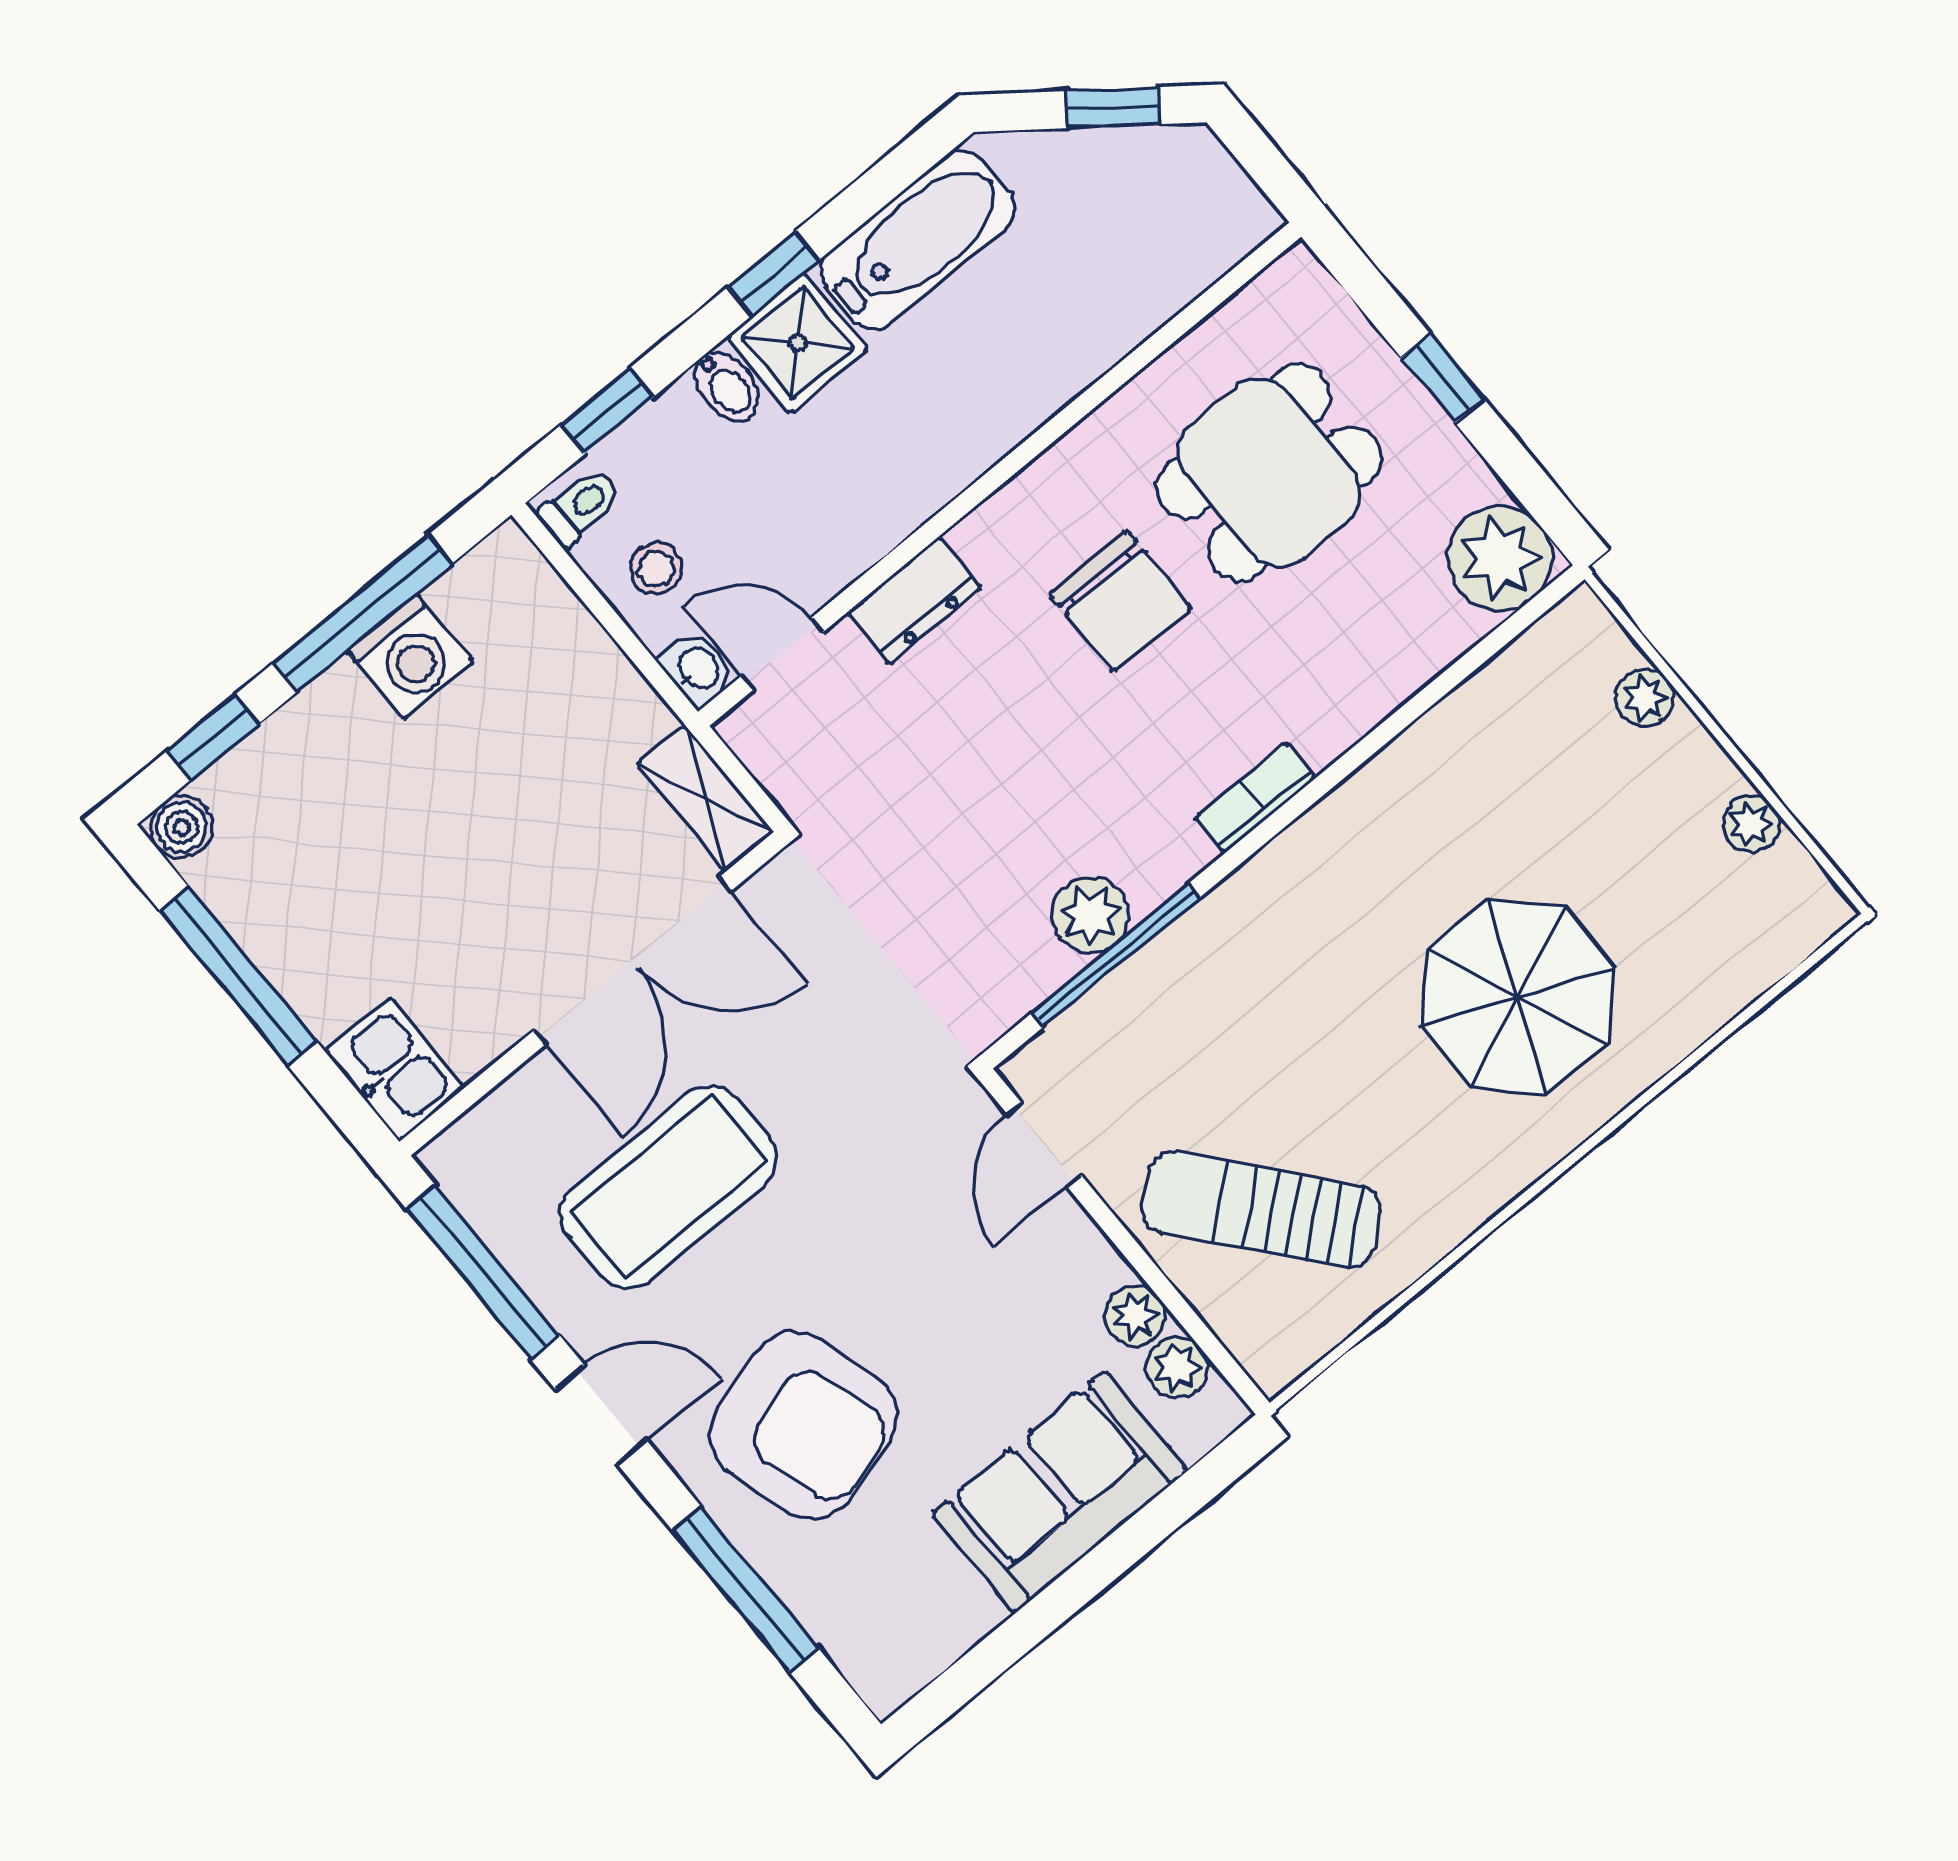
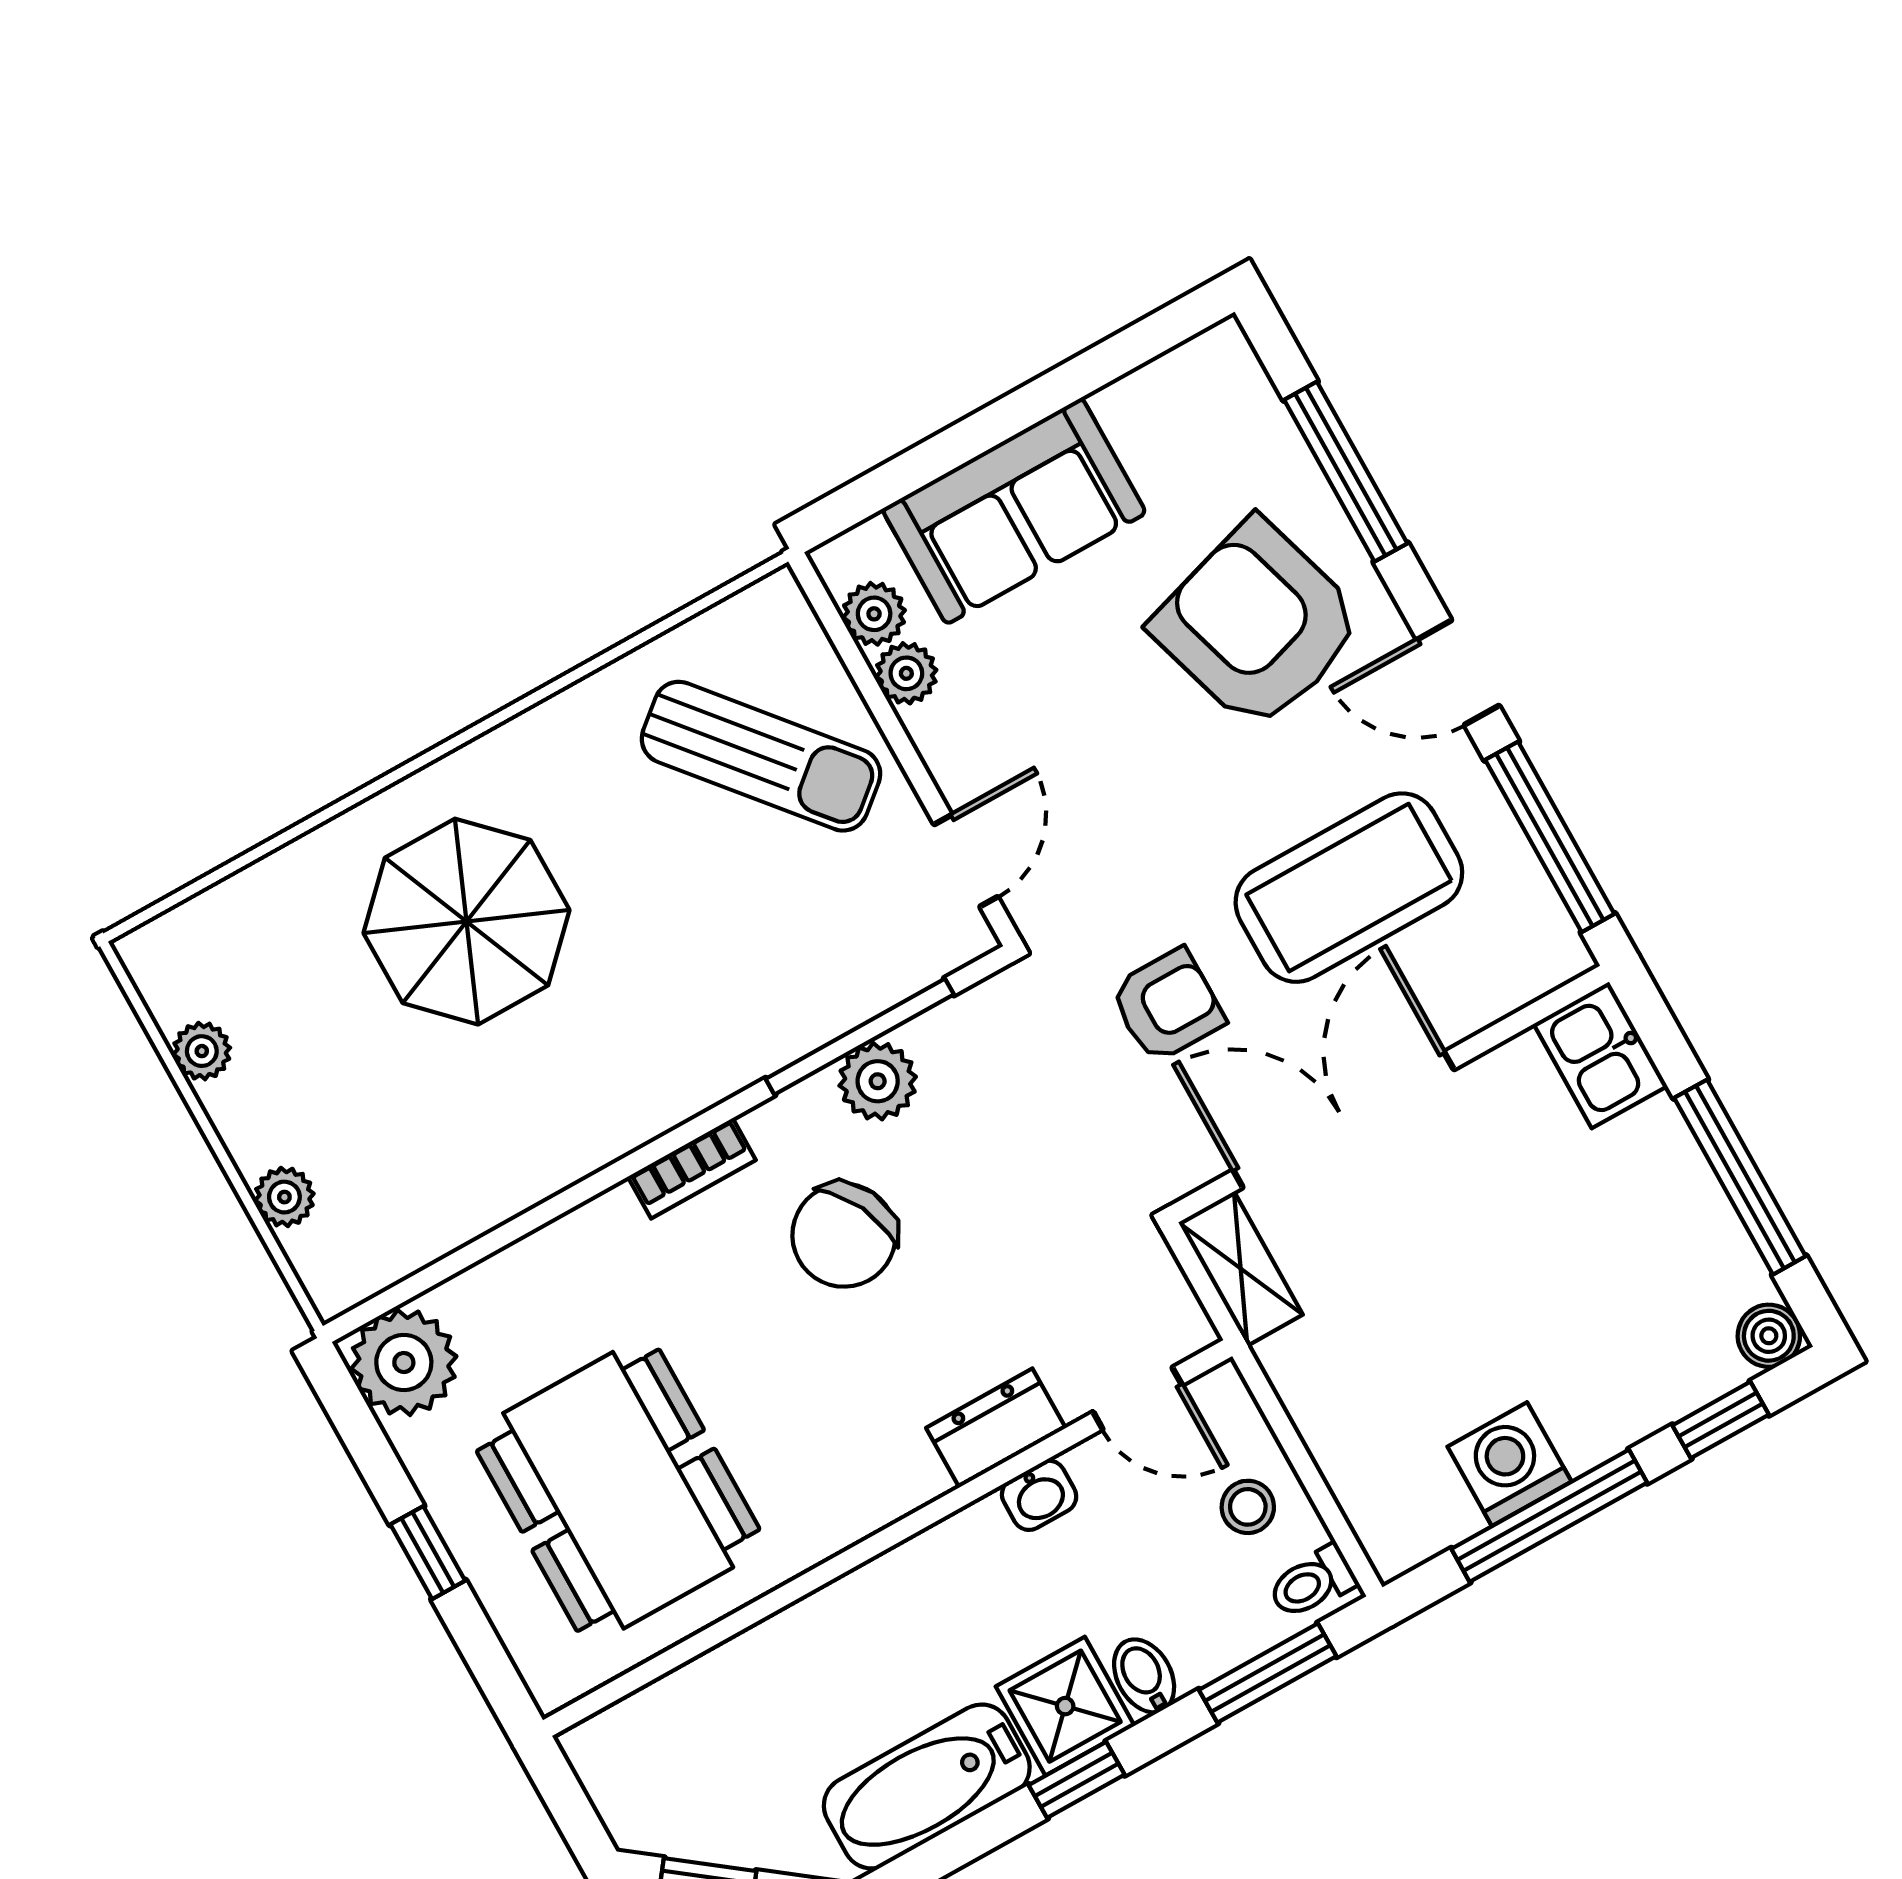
window: (607, 411) -> (1268, 1673), width x1.50
dining table: (1269, 473) -> (618, 1490), width x1.38
chair: (1120, 601) -> (844, 1235), moved, turned -116
washbasin: (697, 669) -> (1039, 1495), moved, turned -90
armchair: (823, 1040) -> (1167, 1006), added

